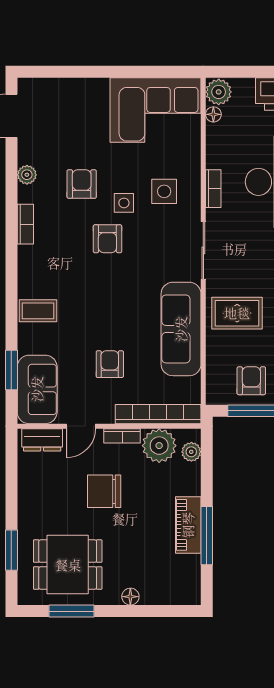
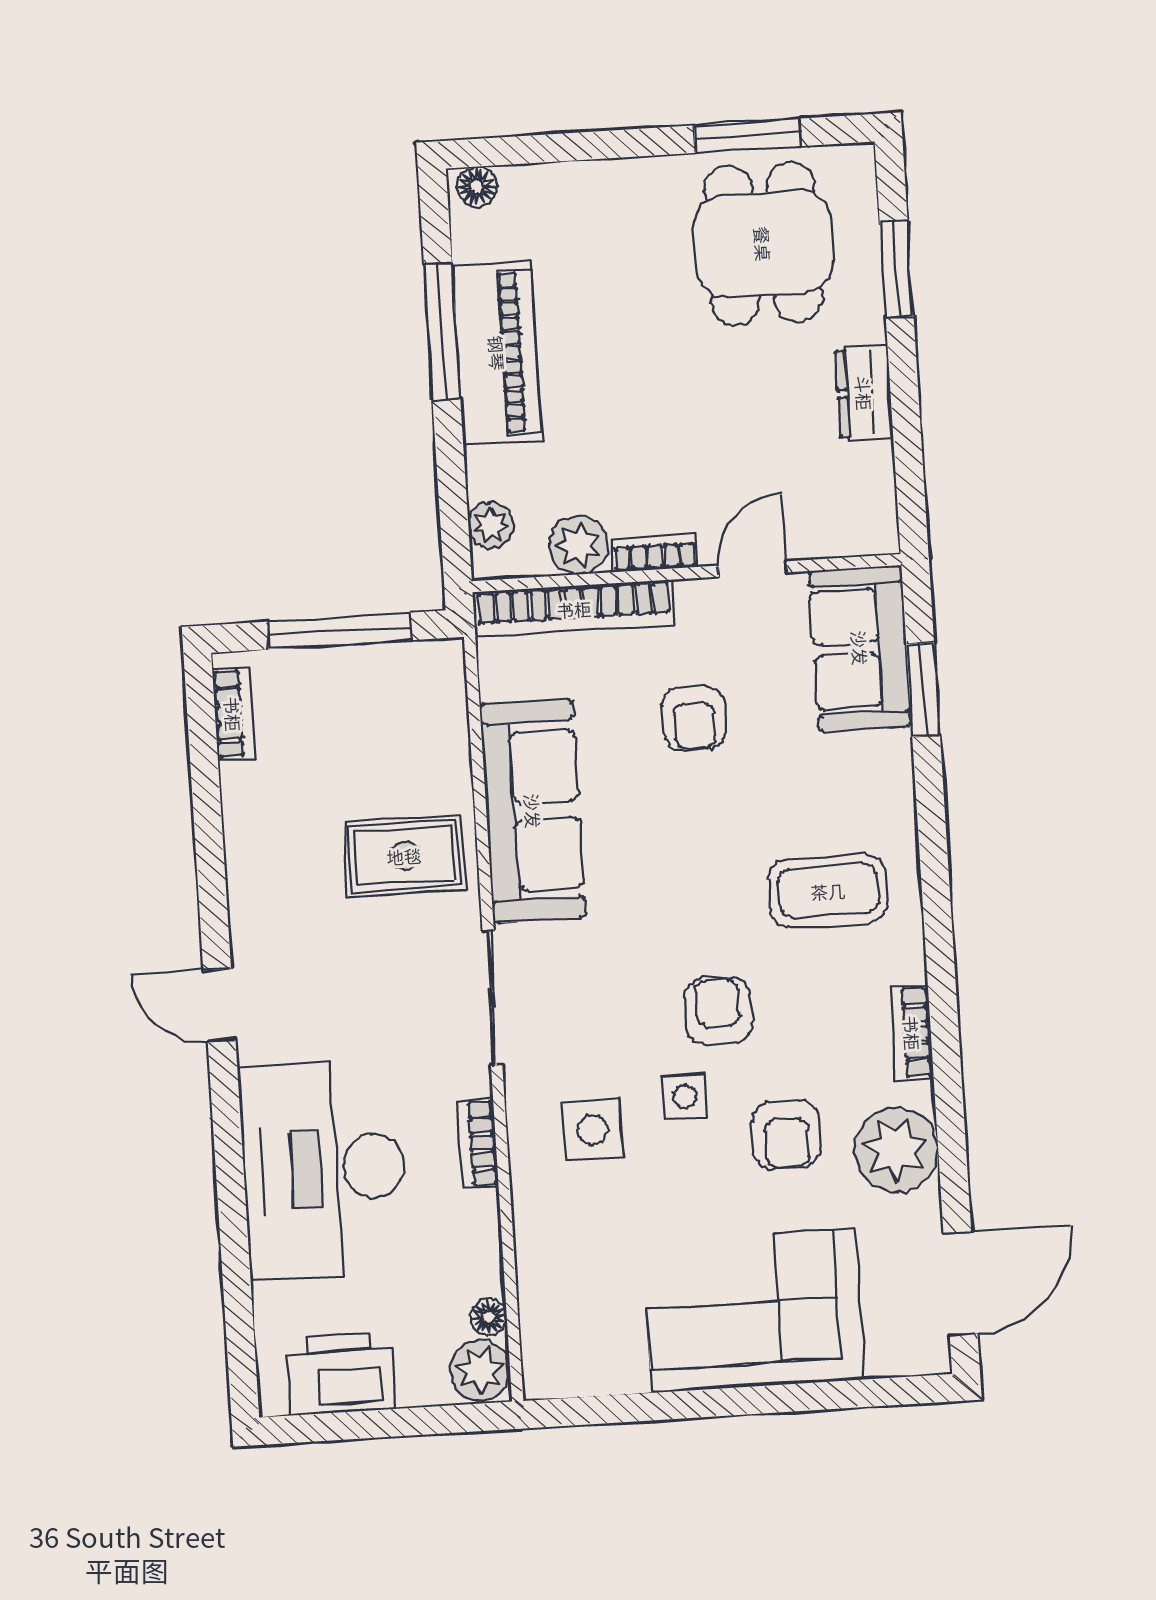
corner sofa: (156, 110) -> (753, 1310), moved
plant: (27, 175) -> (896, 1150), width x1.87, depth x1.87
coffee table: (38, 311) -> (828, 891), moved, width x1.36, depth x1.30
armchair: (251, 381) -> (361, 700), removed
dresser: (42, 440) -> (864, 393), moved, turned -90
plant: (159, 446) -> (578, 545), width x0.73, depth x0.73
chair: (104, 491) -> (689, 420), removed
piano: (188, 525) -> (497, 353), width x1.37, depth x1.33
dining table: (68, 565) -> (763, 244), turned 90
floor lamp: (130, 597) -> (477, 187), moved

